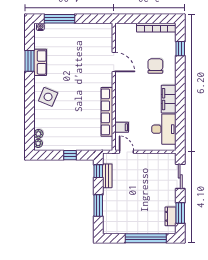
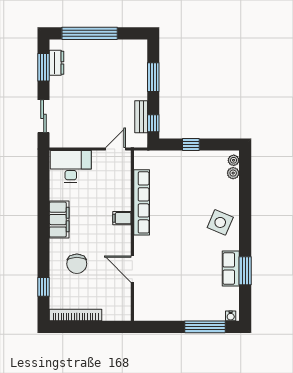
filing cabinet: (122, 127) -> (122, 218), moved
desk: (164, 129) -> (71, 166), moved, turned 90
door: (126, 152) -> (116, 149), swing flipped

